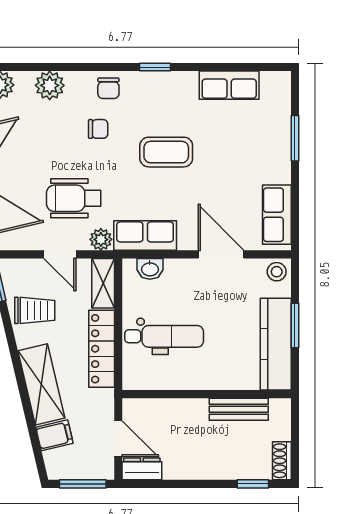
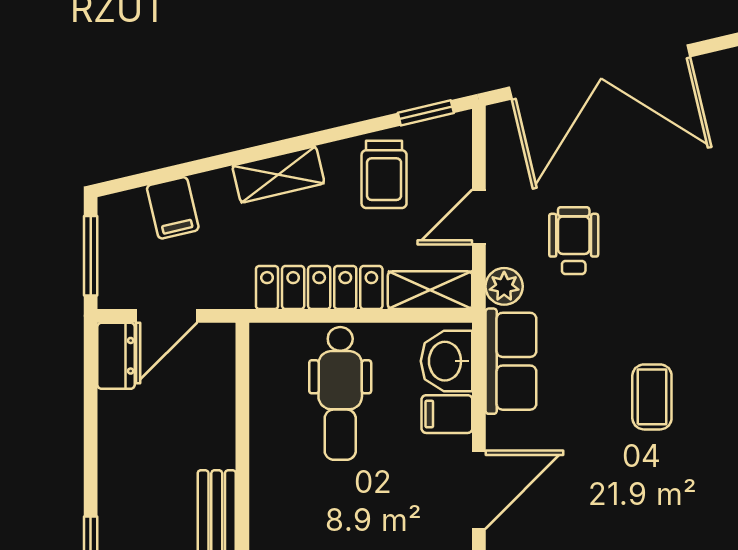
chair: (98, 129) -> (691, 282), removed
coffee table: (166, 152) -> (652, 397), width x0.73, depth x0.77
wheelchair: (74, 198) -> (574, 241), width x0.73, depth x0.73
washbasin: (150, 269) -> (447, 361), width x1.38, depth x1.45
filing cabinet: (176, 273) -> (447, 414), added
shelving: (41, 384) -> (278, 175), width x0.67, depth x0.75

